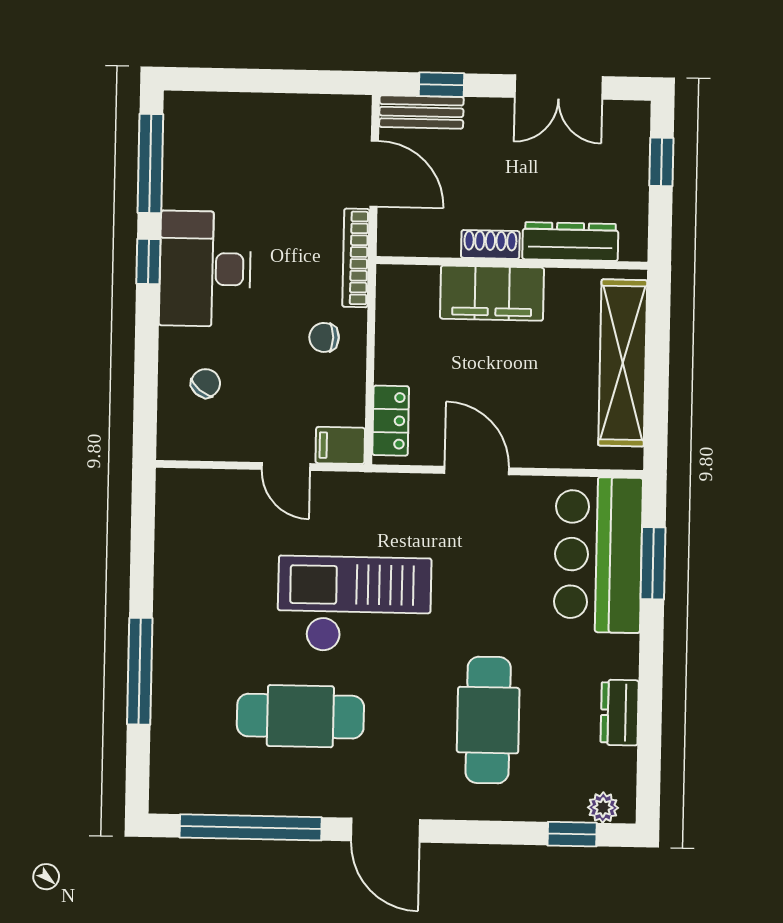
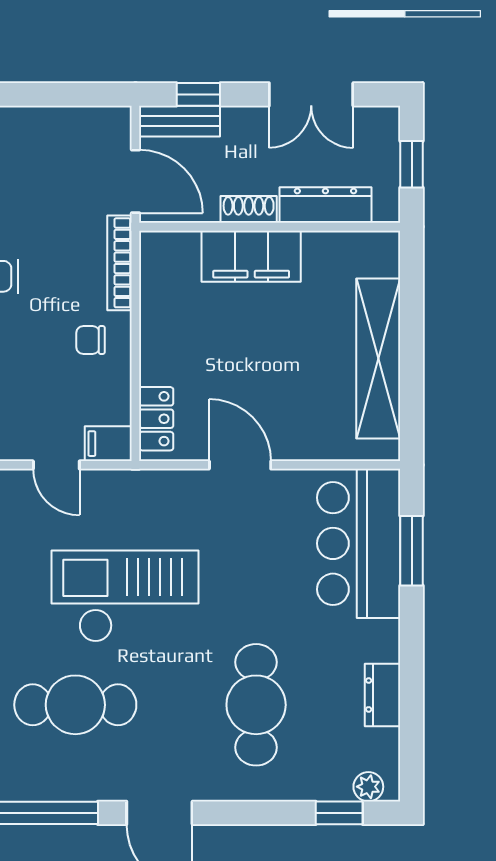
dresser: (570, 242) -> (325, 205), moved
shoe rack: (490, 244) -> (249, 209), moved
wall: (512, 263) -> (270, 227), moved
filing cabinet: (492, 293) -> (251, 256), moved

